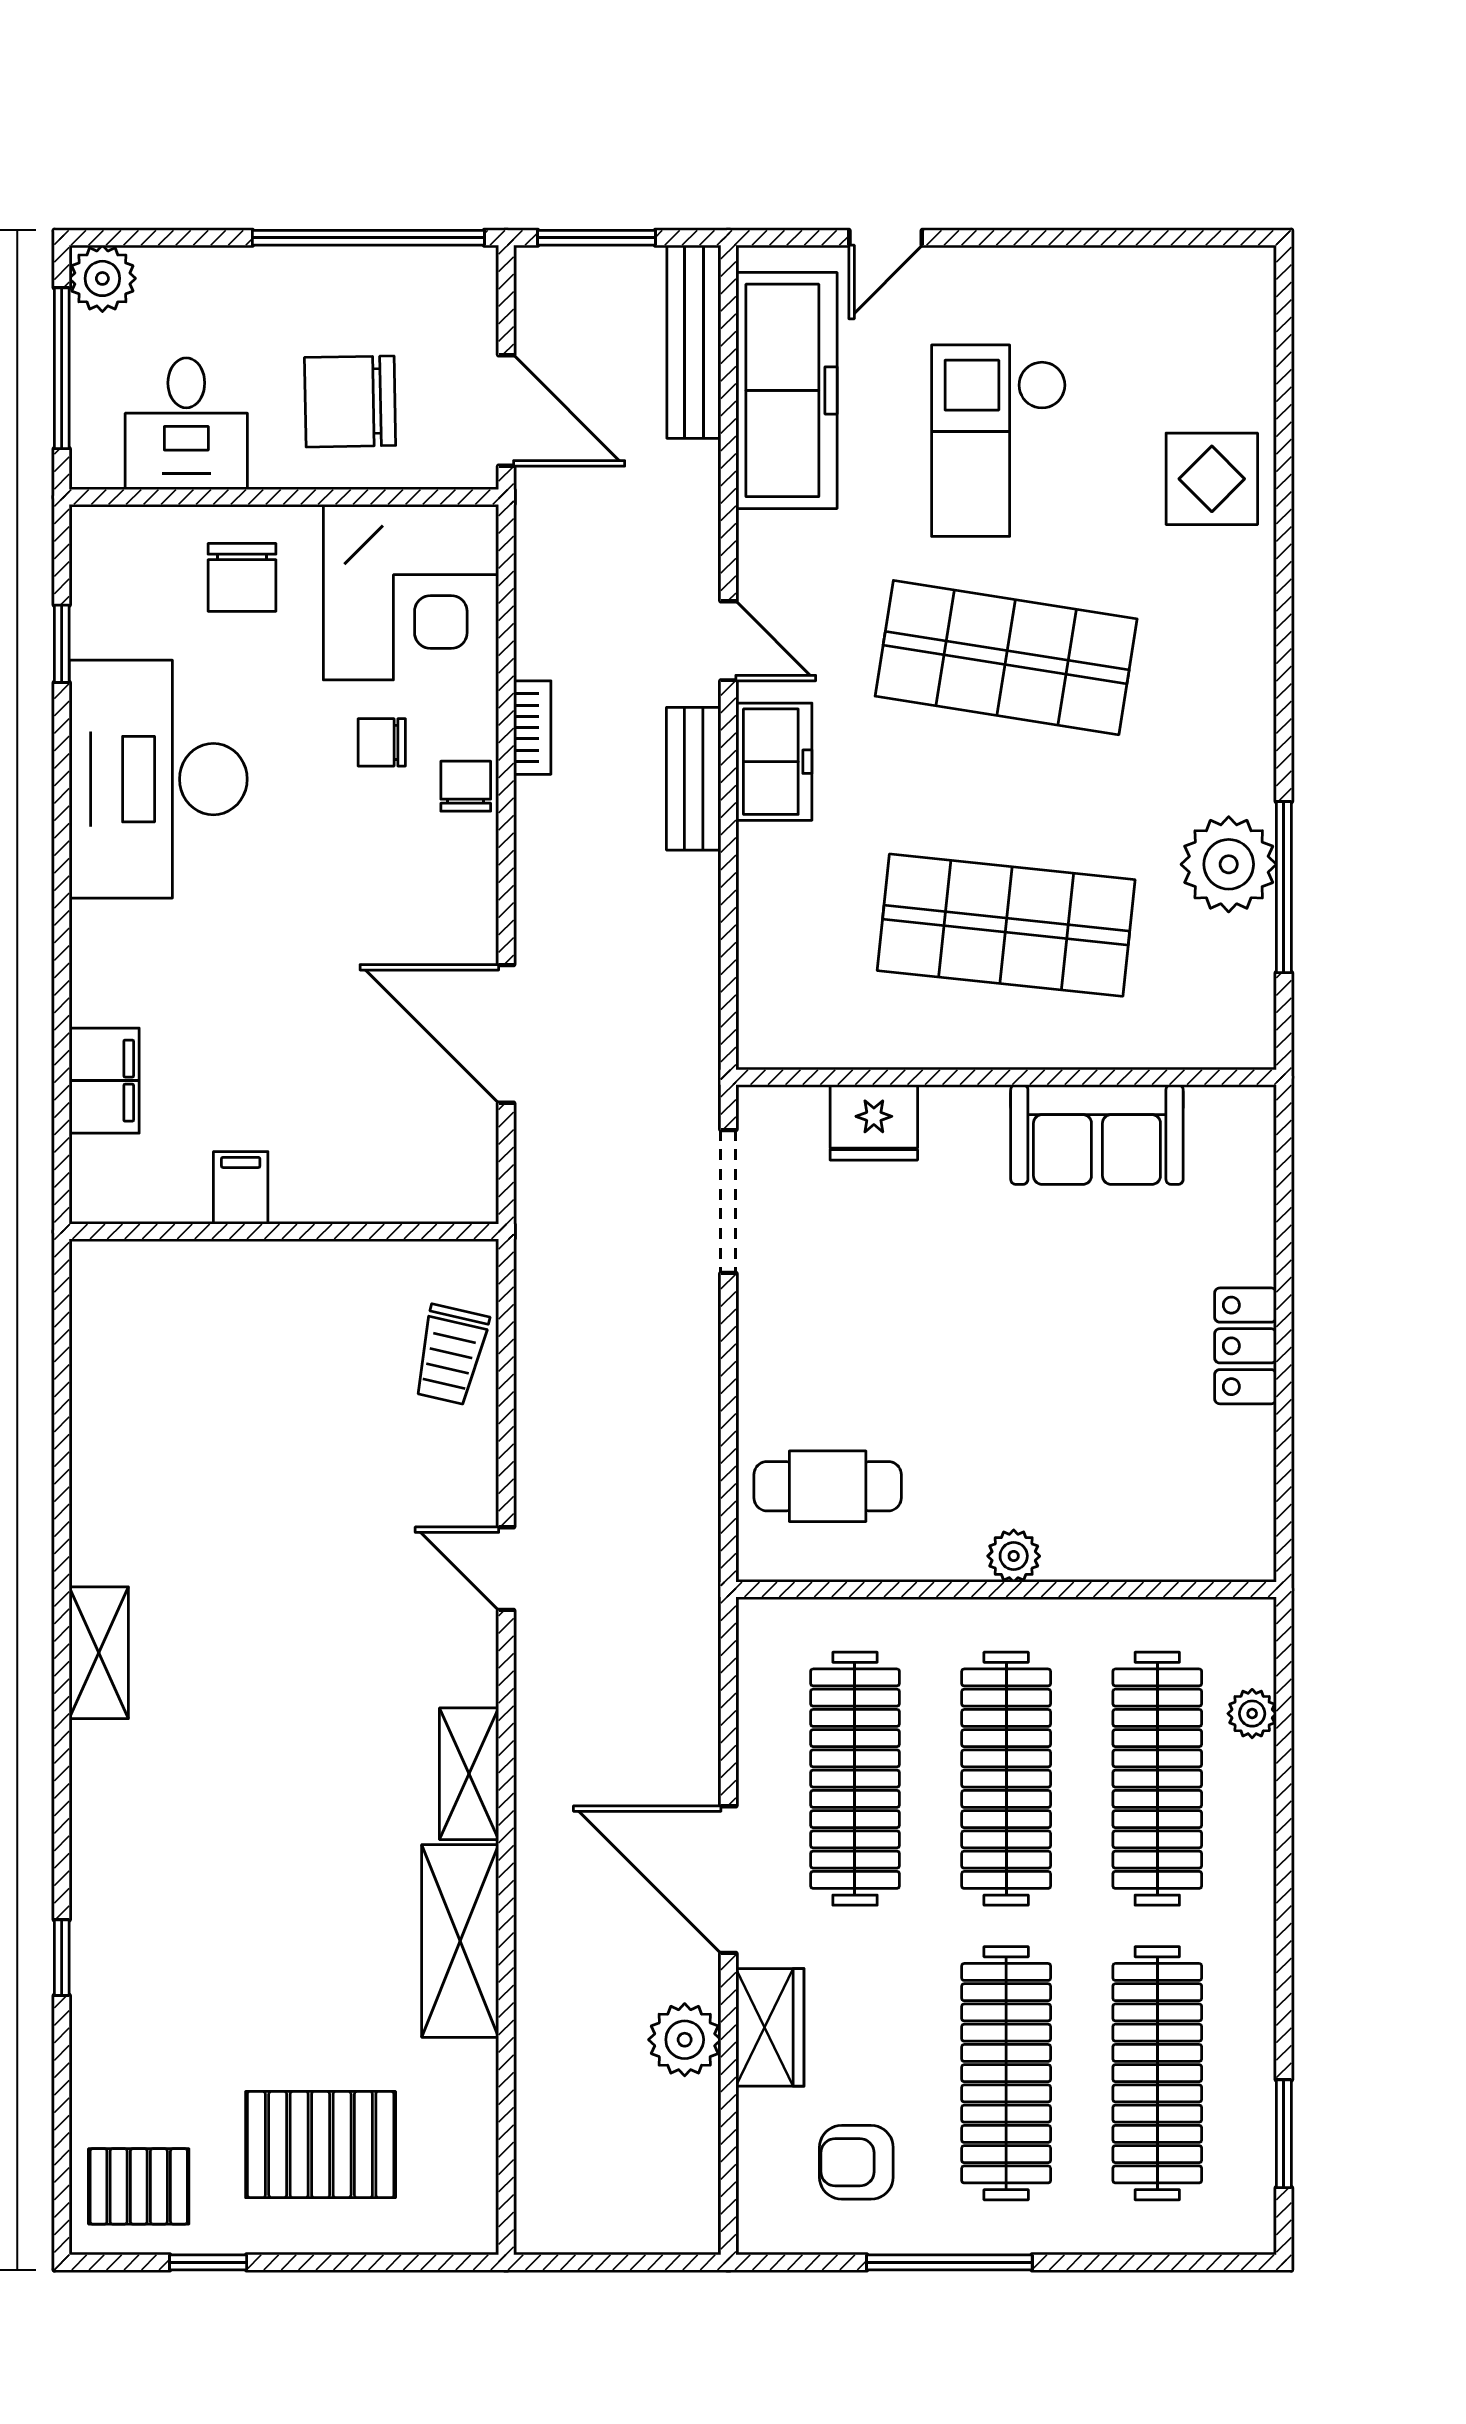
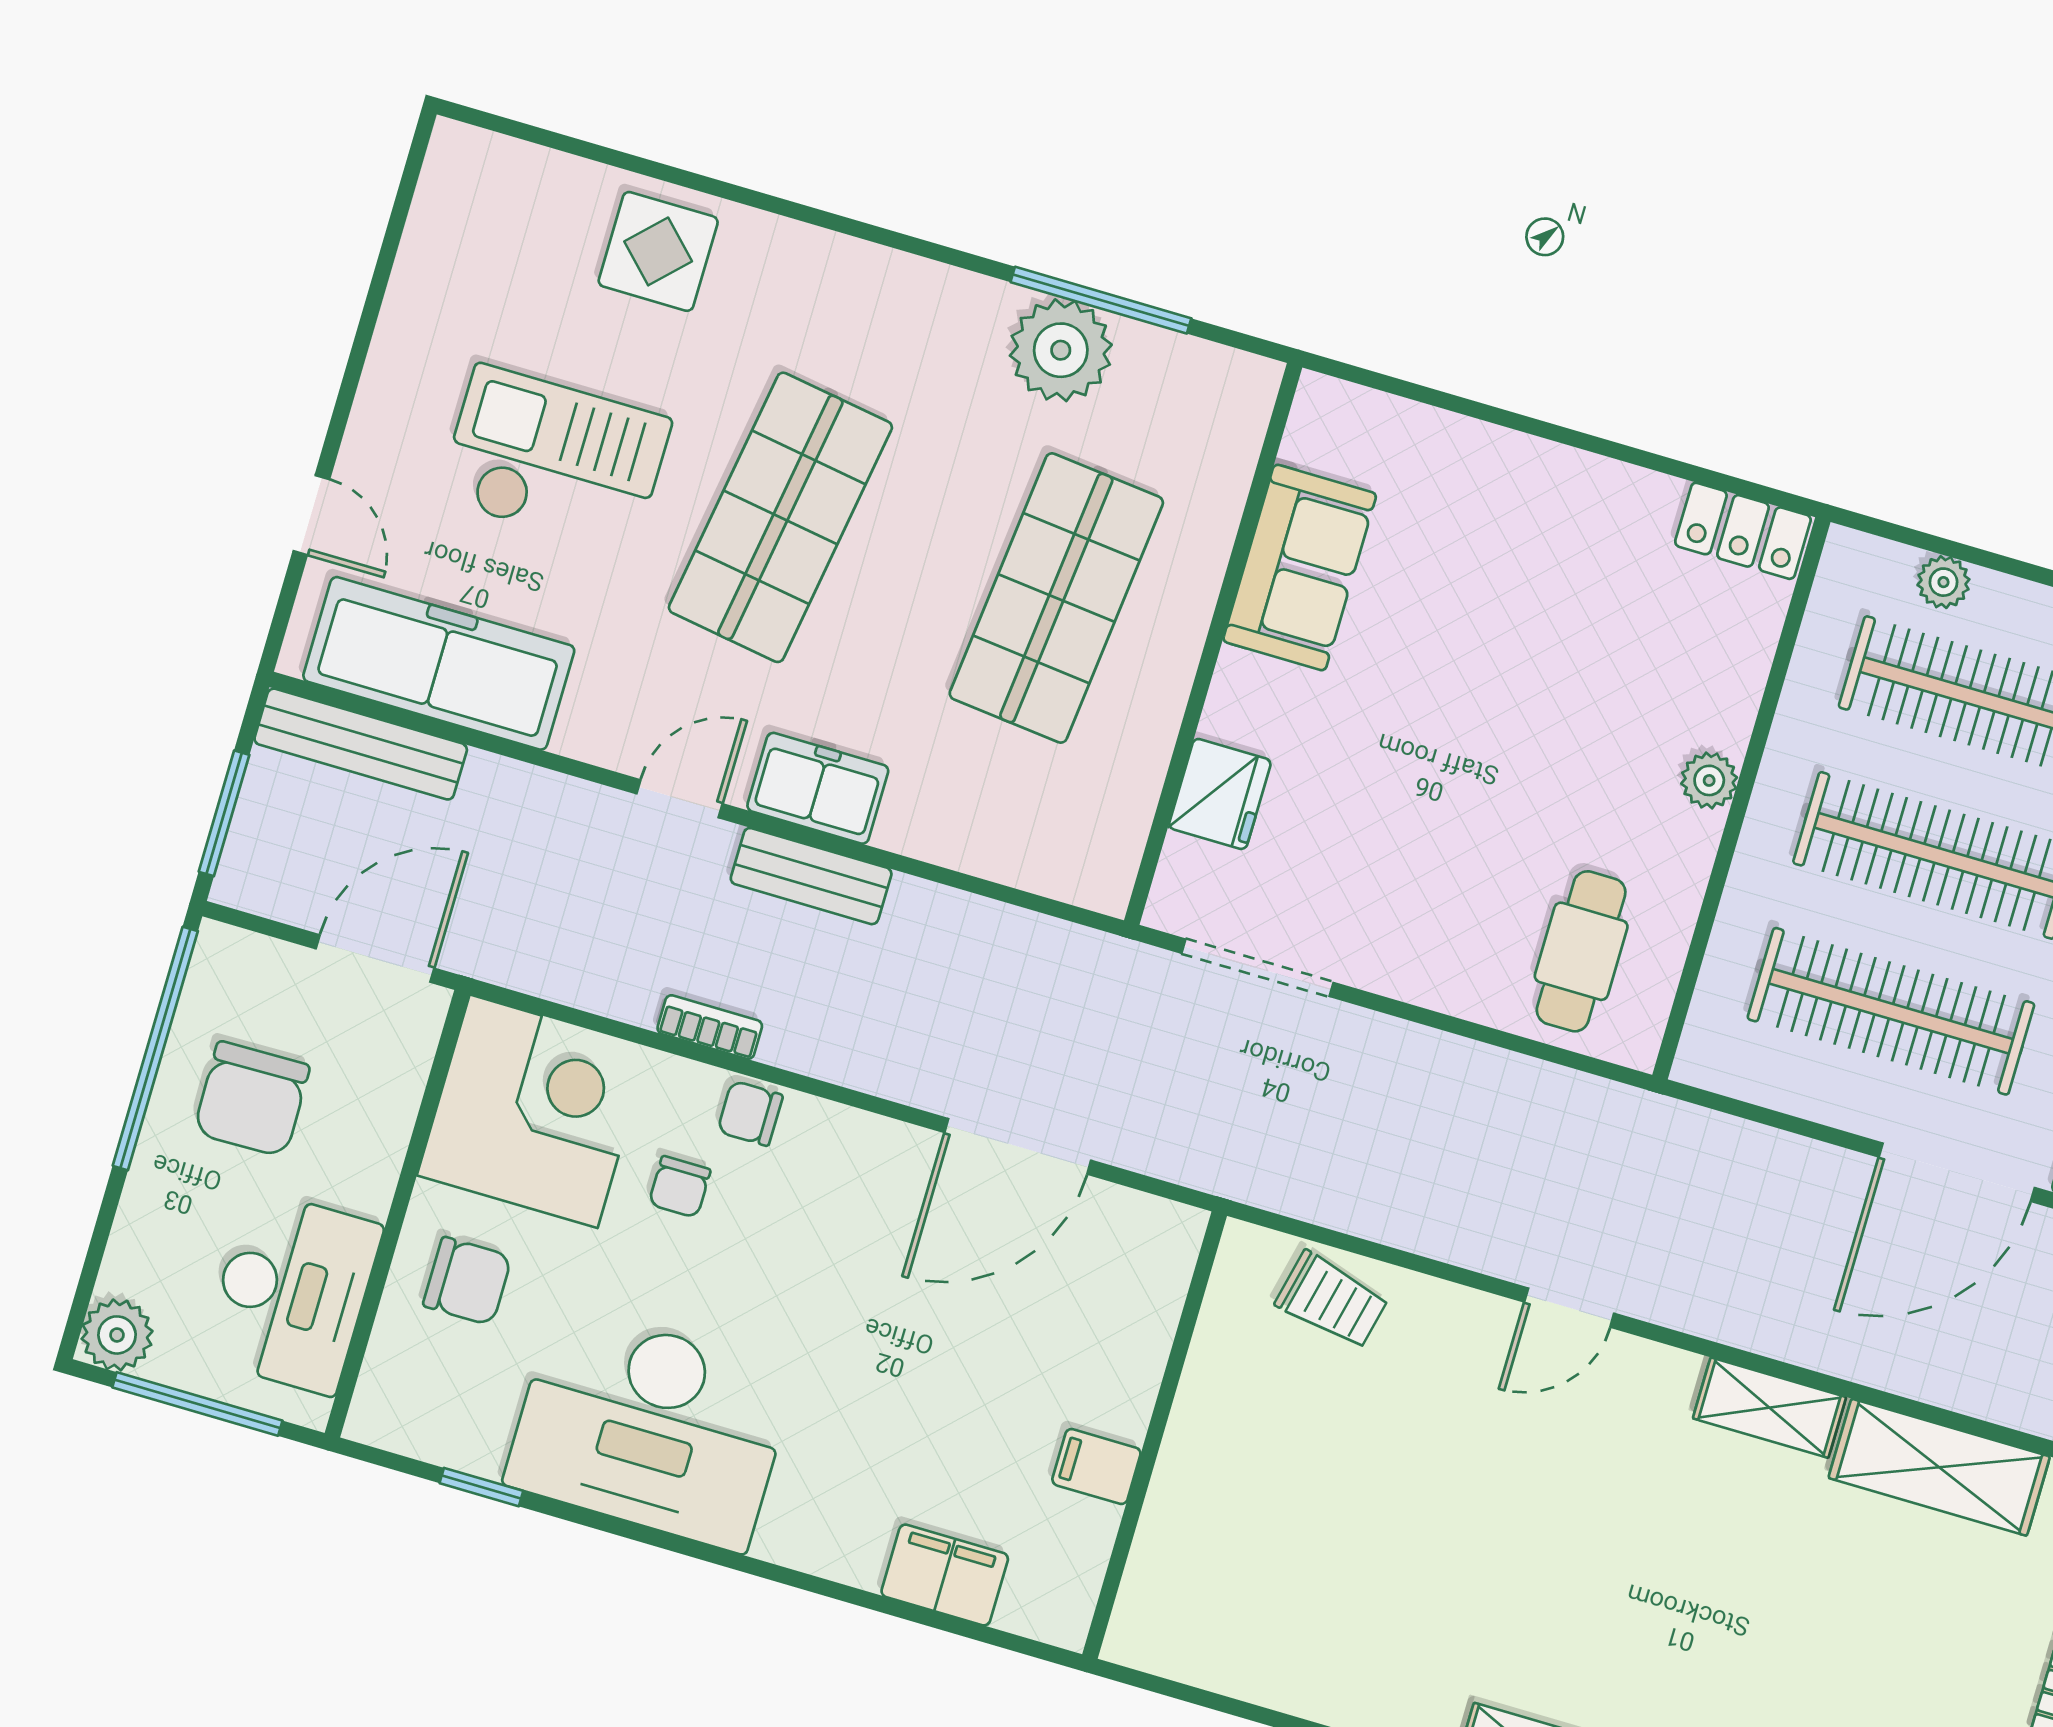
chair: (350, 401) -> (252, 1099), moved
desk: (186, 424) -> (292, 1292), width x1.37
checkout: (999, 441) -> (555, 459), turned 180
locker: (1246, 1346) -> (1743, 531), moved

